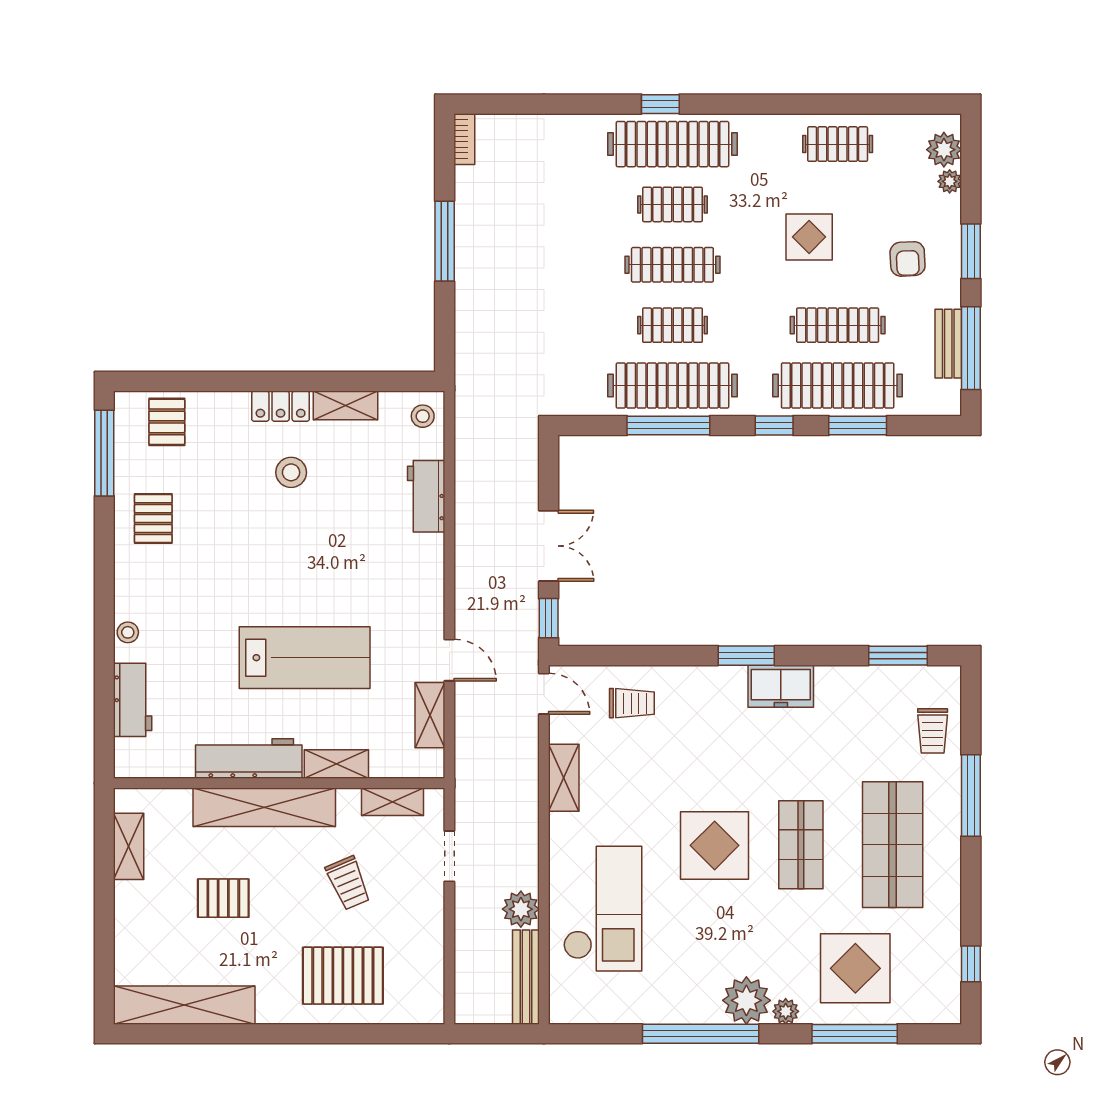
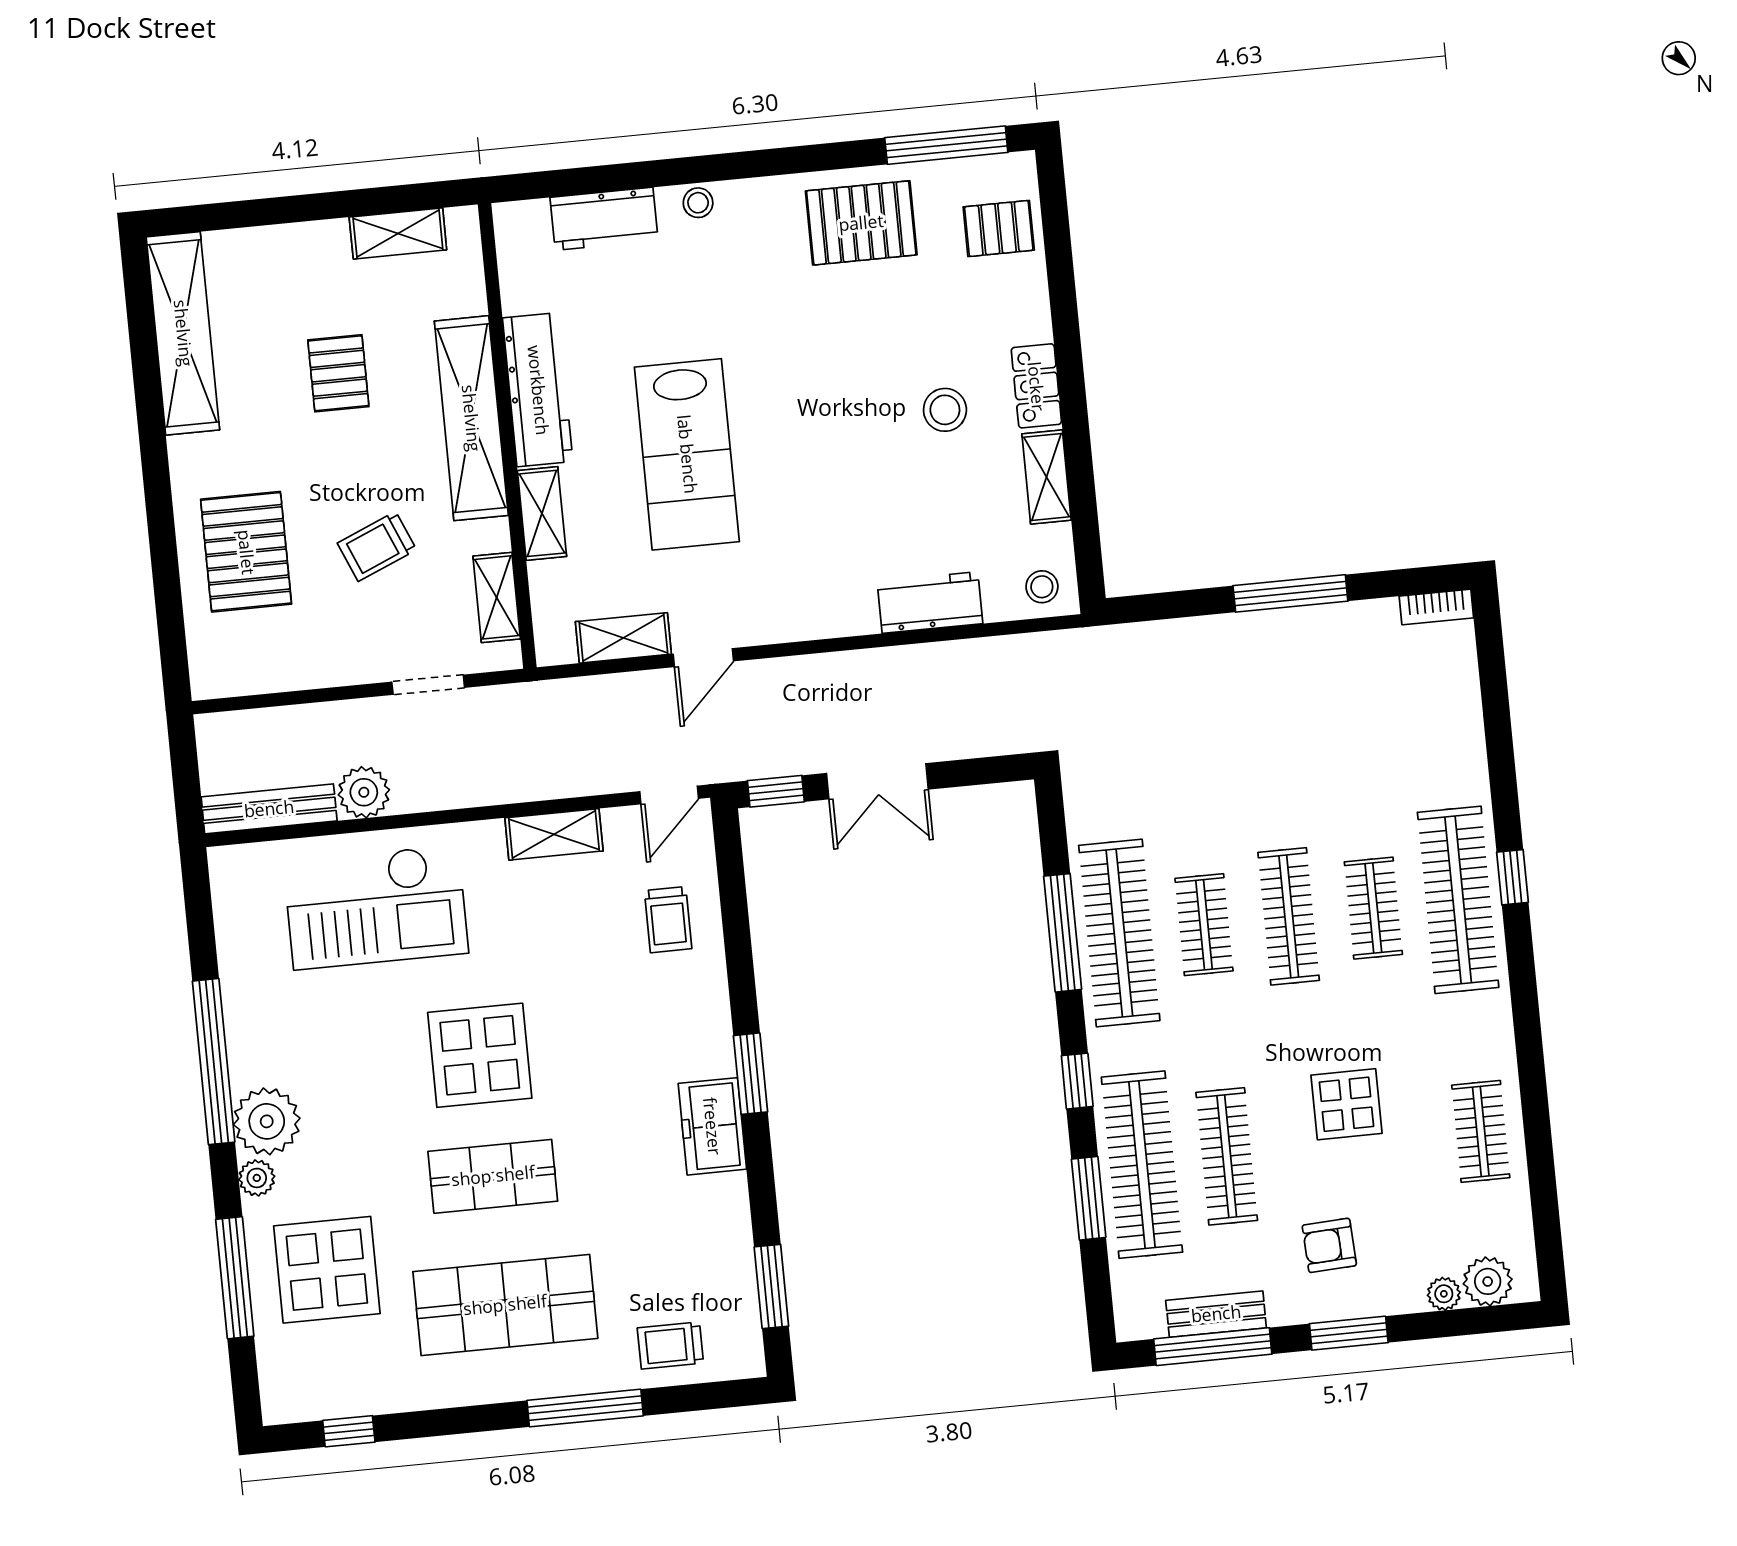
pallet: (153, 519) -> (861, 223), width x1.50, depth x1.42

